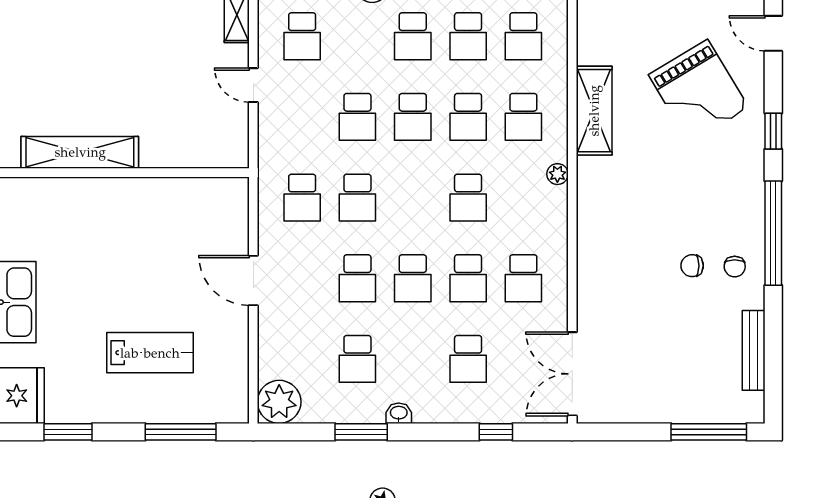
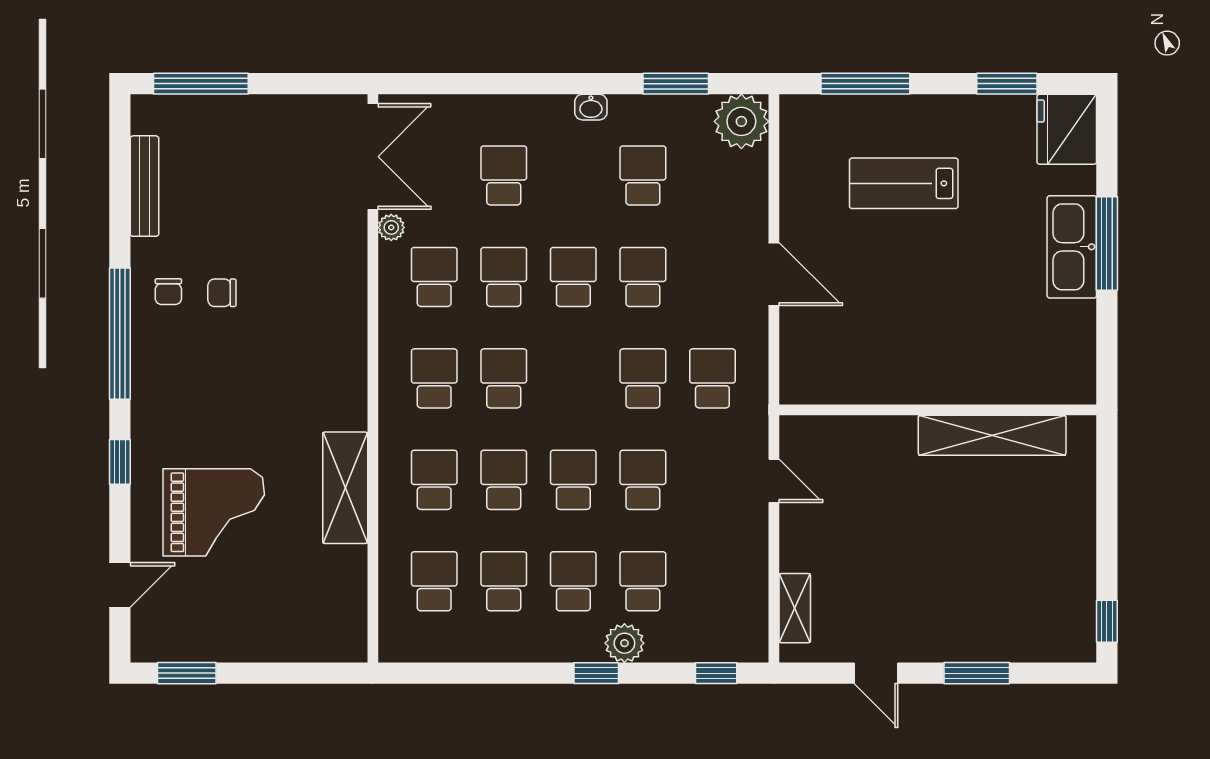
door: (773, 33) -> (120, 585), hinge flipped
school desk: (302, 36) -> (643, 581), moved
door: (253, 85) -> (774, 481), moved
grand piano: (699, 91) -> (214, 512), turned 121
plant: (557, 174) -> (391, 227), moved
school desk: (523, 198) -> (434, 378), added
chair: (692, 266) -> (222, 293), turned 180
chair: (735, 267) -> (168, 292), turned 180
window: (361, 432) -> (676, 84), moved
window: (496, 432) -> (469, 84), removed

